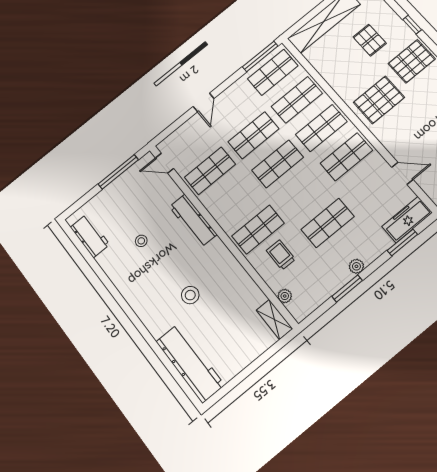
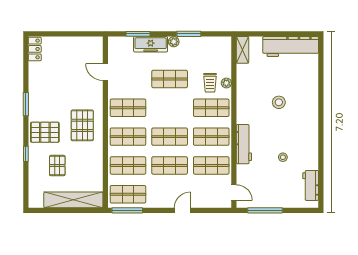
pallet: (379, 100) -> (82, 125), turned 90
shop shelf: (234, 200) -> (211, 137), added
freezer: (407, 220) -> (151, 44), moved
plant: (285, 296) -> (226, 83), moved
workbench: (190, 363) -> (291, 47), moved, turned -90

